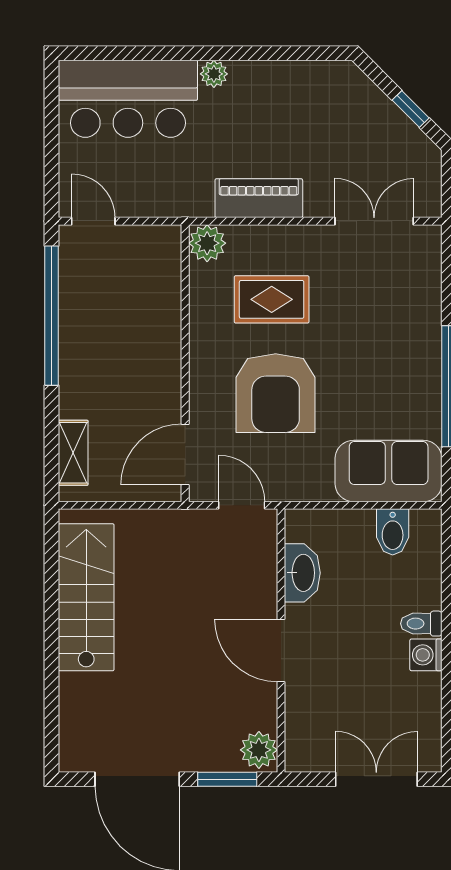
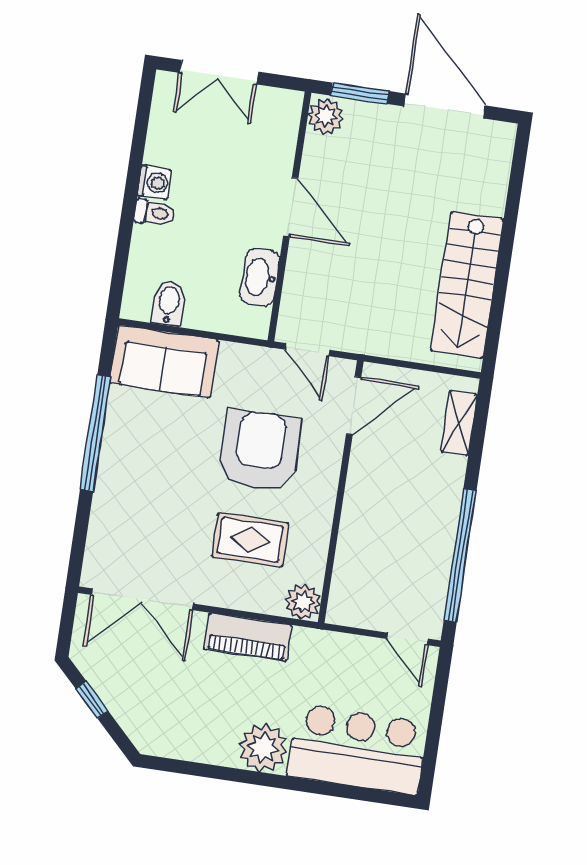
plant: (214, 74) -> (263, 748), width x1.88, depth x1.88
double door: (374, 221) -> (142, 599), width x1.37

